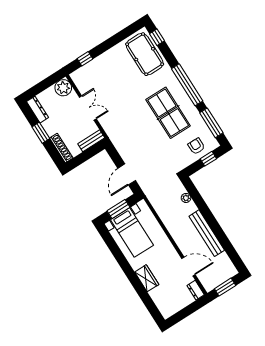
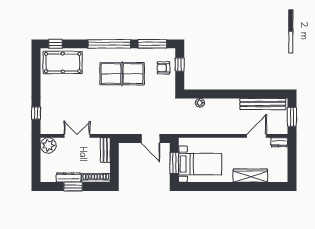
dresser: (37, 110) -> (69, 177), moved
bench: (207, 233) -> (263, 104), moved
wardrobe: (147, 278) -> (250, 176), width x1.50

